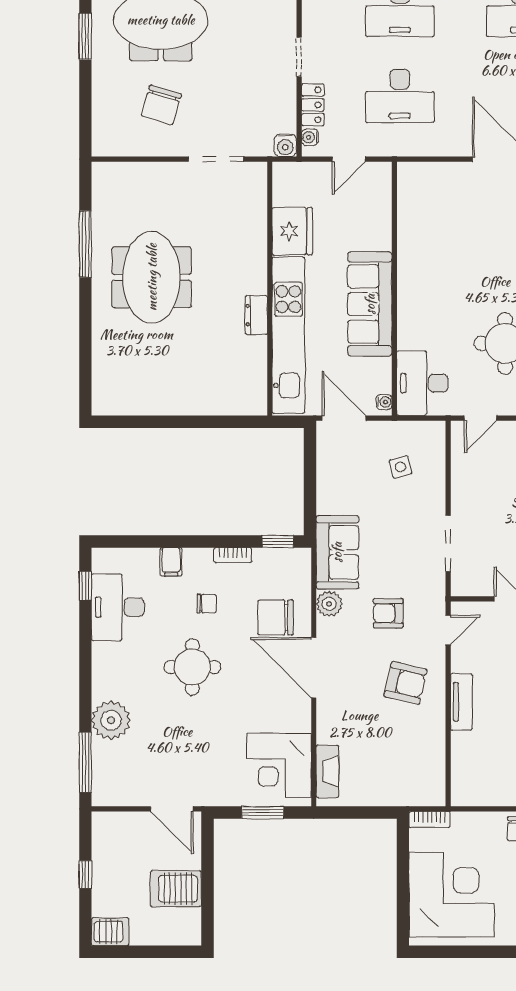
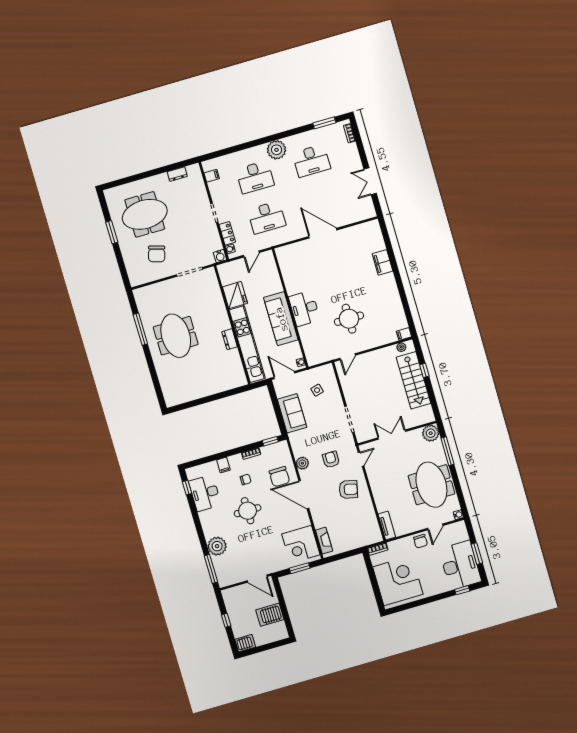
desk: (422, 383) -> (304, 308), moved
sofa: (337, 552) -> (292, 413), moved
armchair: (388, 613) -> (331, 460), turned 90
chair: (276, 618) -> (279, 477), turned -90
tv unit: (461, 702) -> (387, 526), moved

